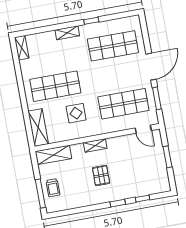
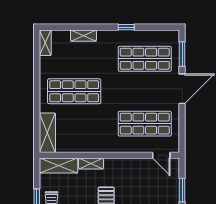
shelving: (67, 33) -> (83, 36), moved
window: (157, 98) -> (182, 54), moved
display table: (76, 113) -> (91, 125), removed
shelving: (95, 145) -> (91, 163), moved

